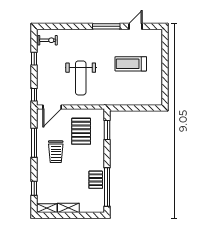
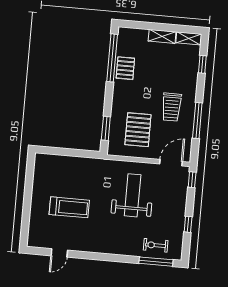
window: (106, 26) -> (156, 262), moved
exercise bike: (48, 40) -> (156, 245), moved
trolley: (56, 152) -> (172, 107), turned 180

